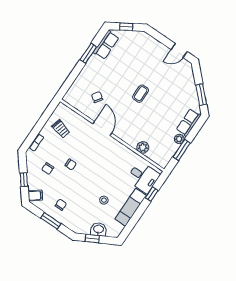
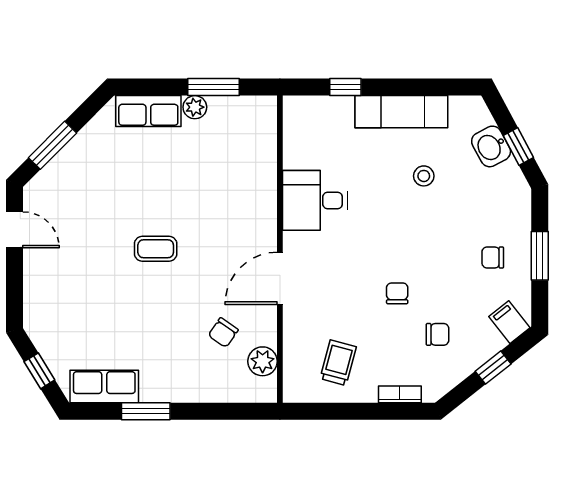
window: (201, 95) -> (52, 145), moved
plant: (143, 147) -> (263, 361), moved
desk: (143, 177) -> (315, 200), moved, turned -90

